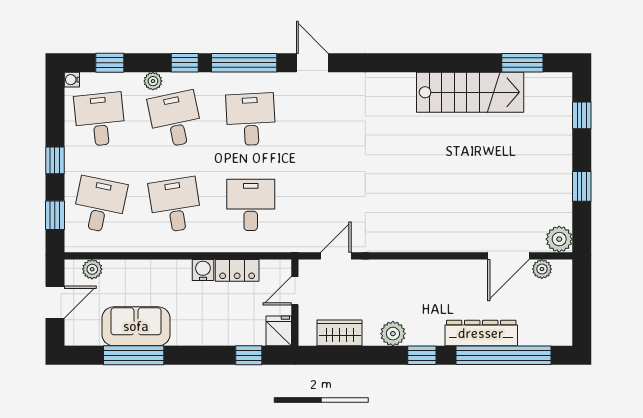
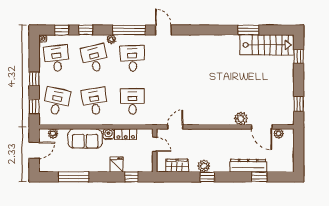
window: (185, 63) -> (86, 30), moved
window: (522, 63) -> (248, 30), moved
plant: (153, 81) -> (111, 39), moved
stairs: (470, 92) -> (267, 45), moved
window: (582, 186) -> (299, 104), moved
plant: (559, 239) -> (241, 119), moved
door: (508, 256) -> (262, 127), hinge flipped
door: (295, 291) -> (155, 144), swing flipped
sofa: (136, 326) -> (85, 139), moved, turned 180
fridge: (279, 331) -> (116, 165), moved
window: (422, 355) -> (207, 177), moved
window: (504, 355) -> (259, 177), width x0.32

